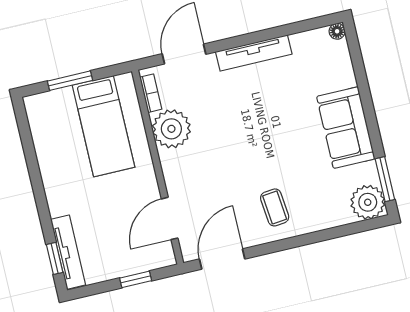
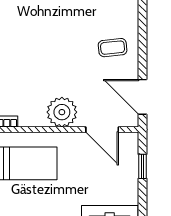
plant: (171, 129) -> (62, 112), moved

